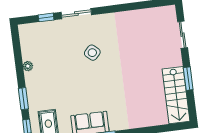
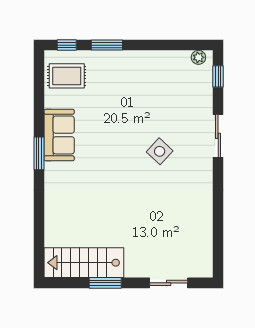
window: (46, 17) -> (218, 76), moved
plant: (28, 66) -> (198, 57), moved

